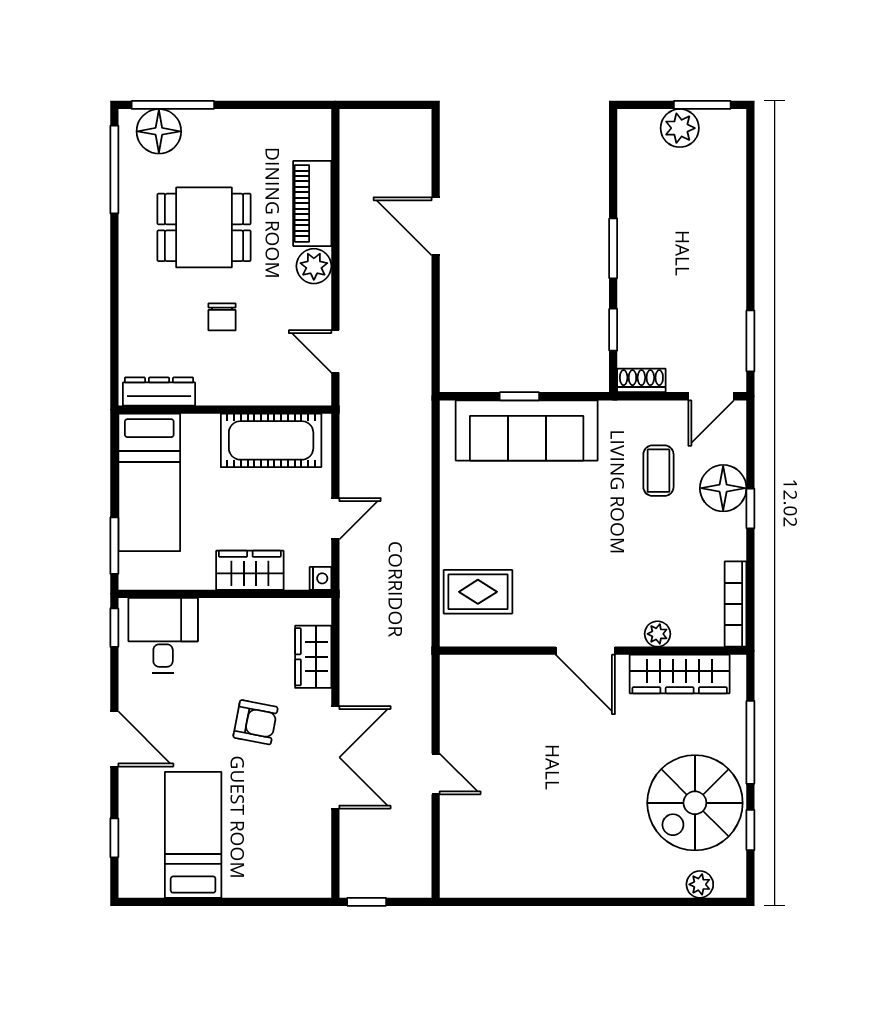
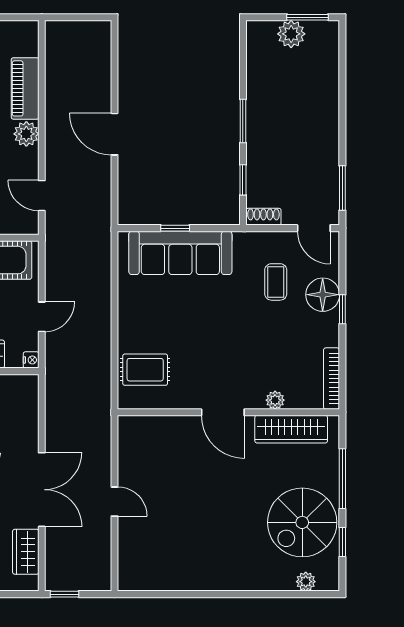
door: (436, 226) -> (115, 134), moved
door: (711, 396) -> (314, 228), hinge flipped
wardrobe: (313, 657) -> (26, 552), moved

